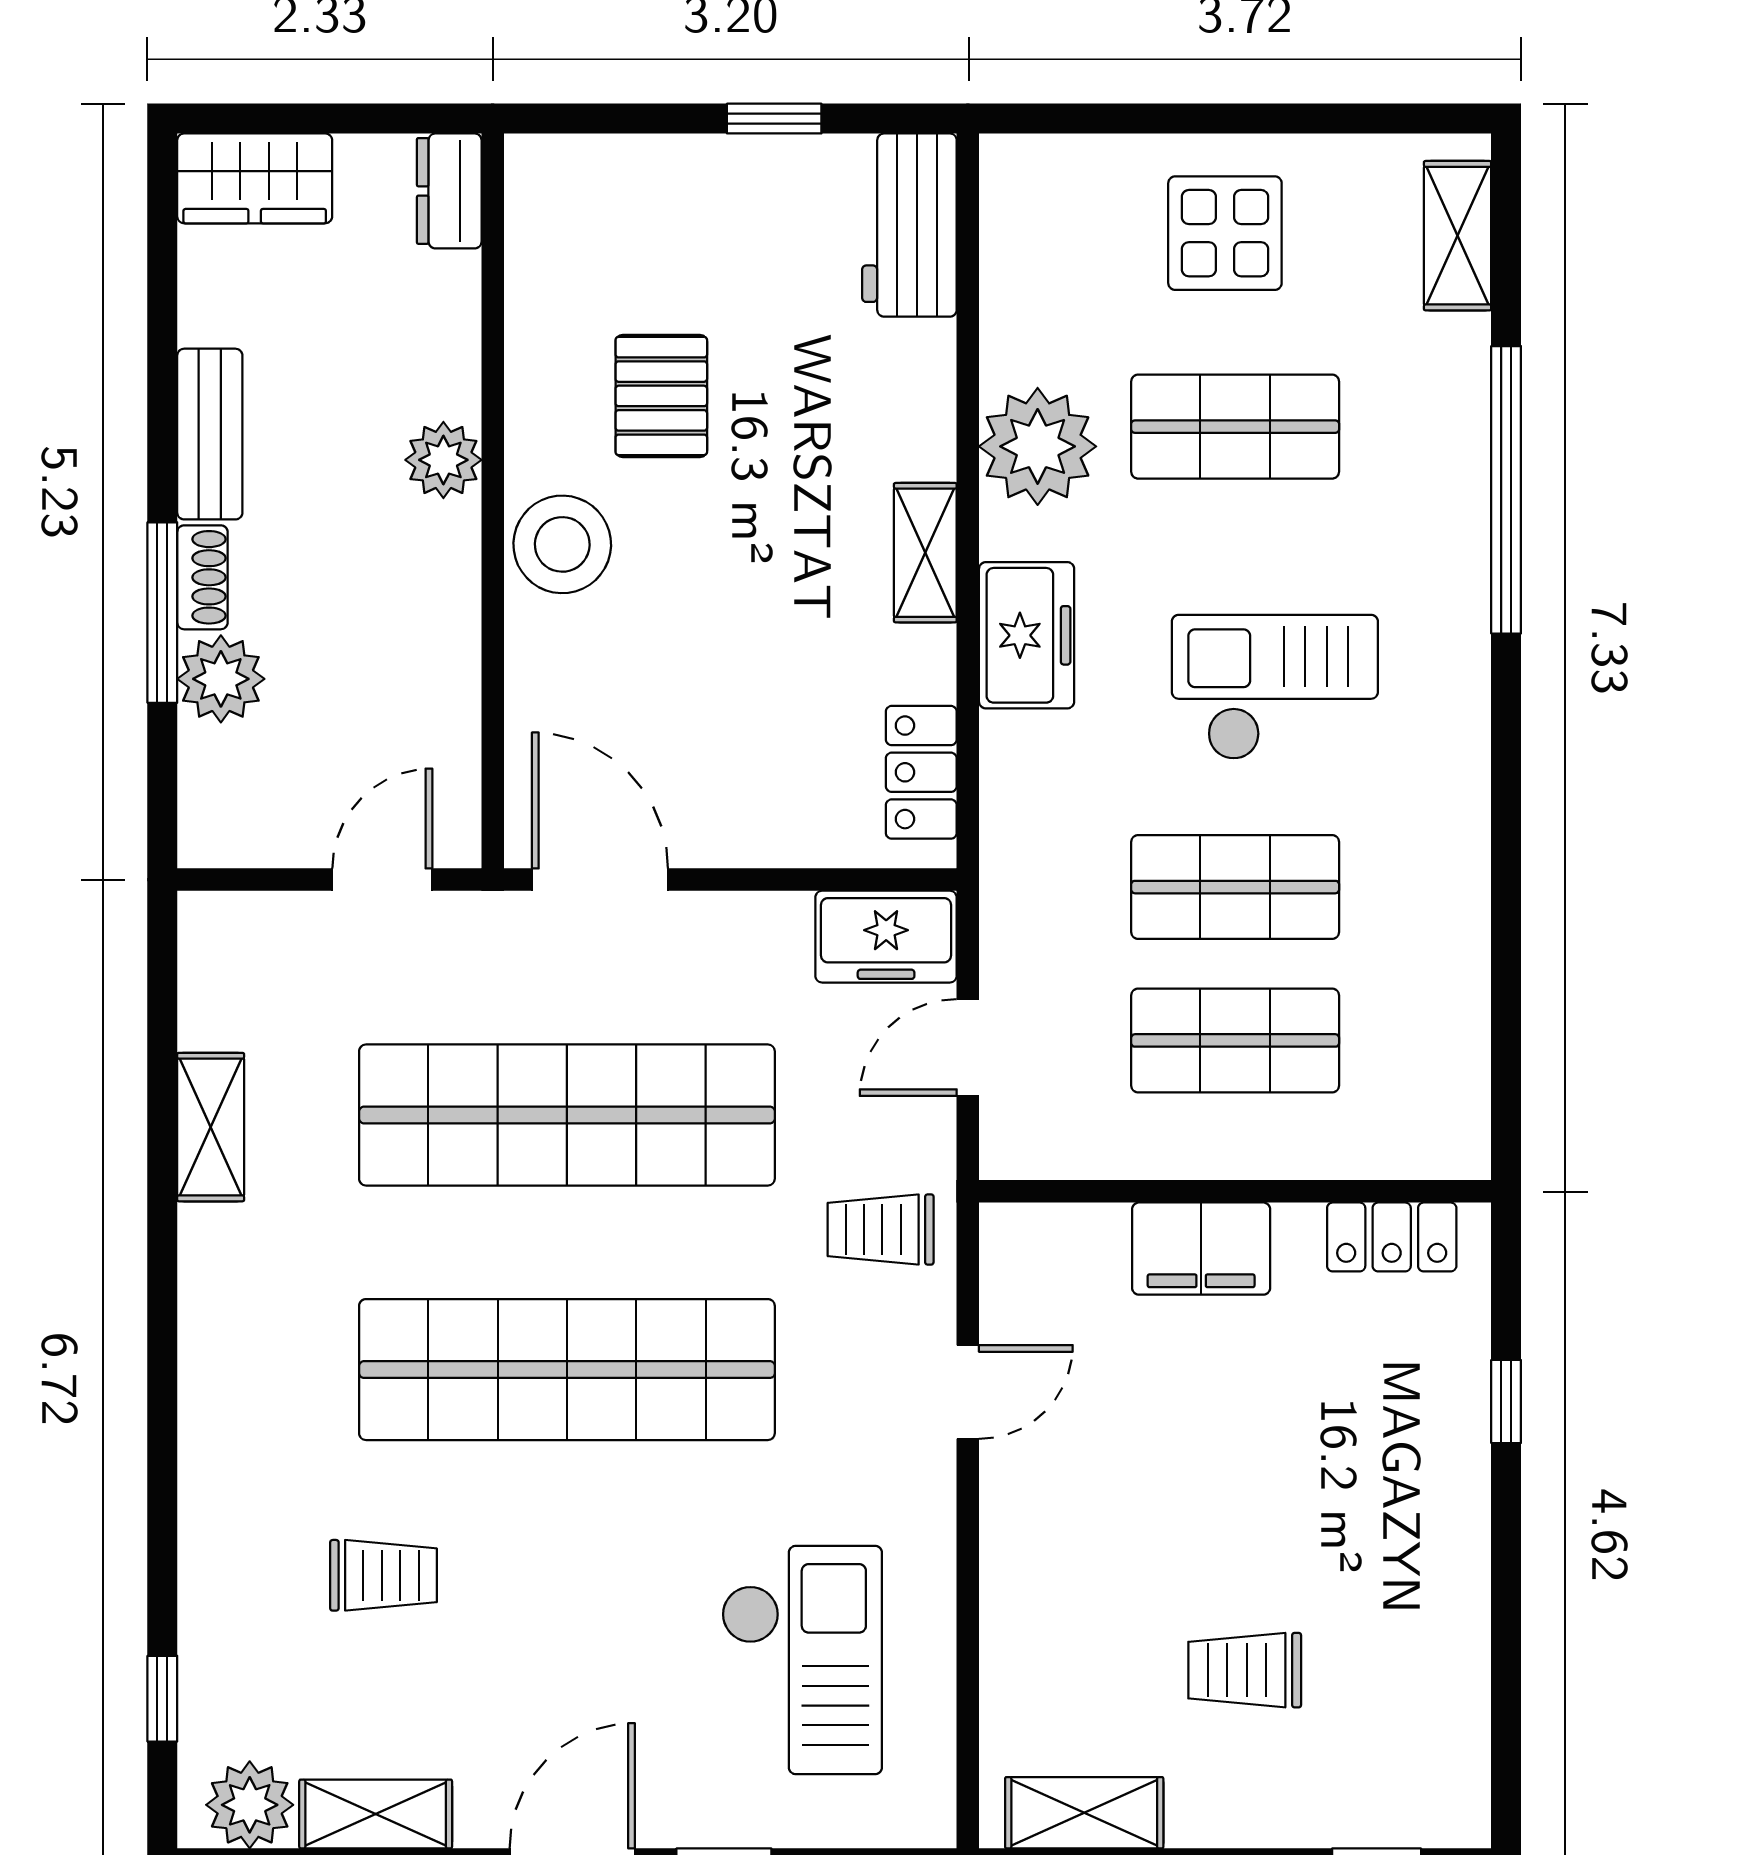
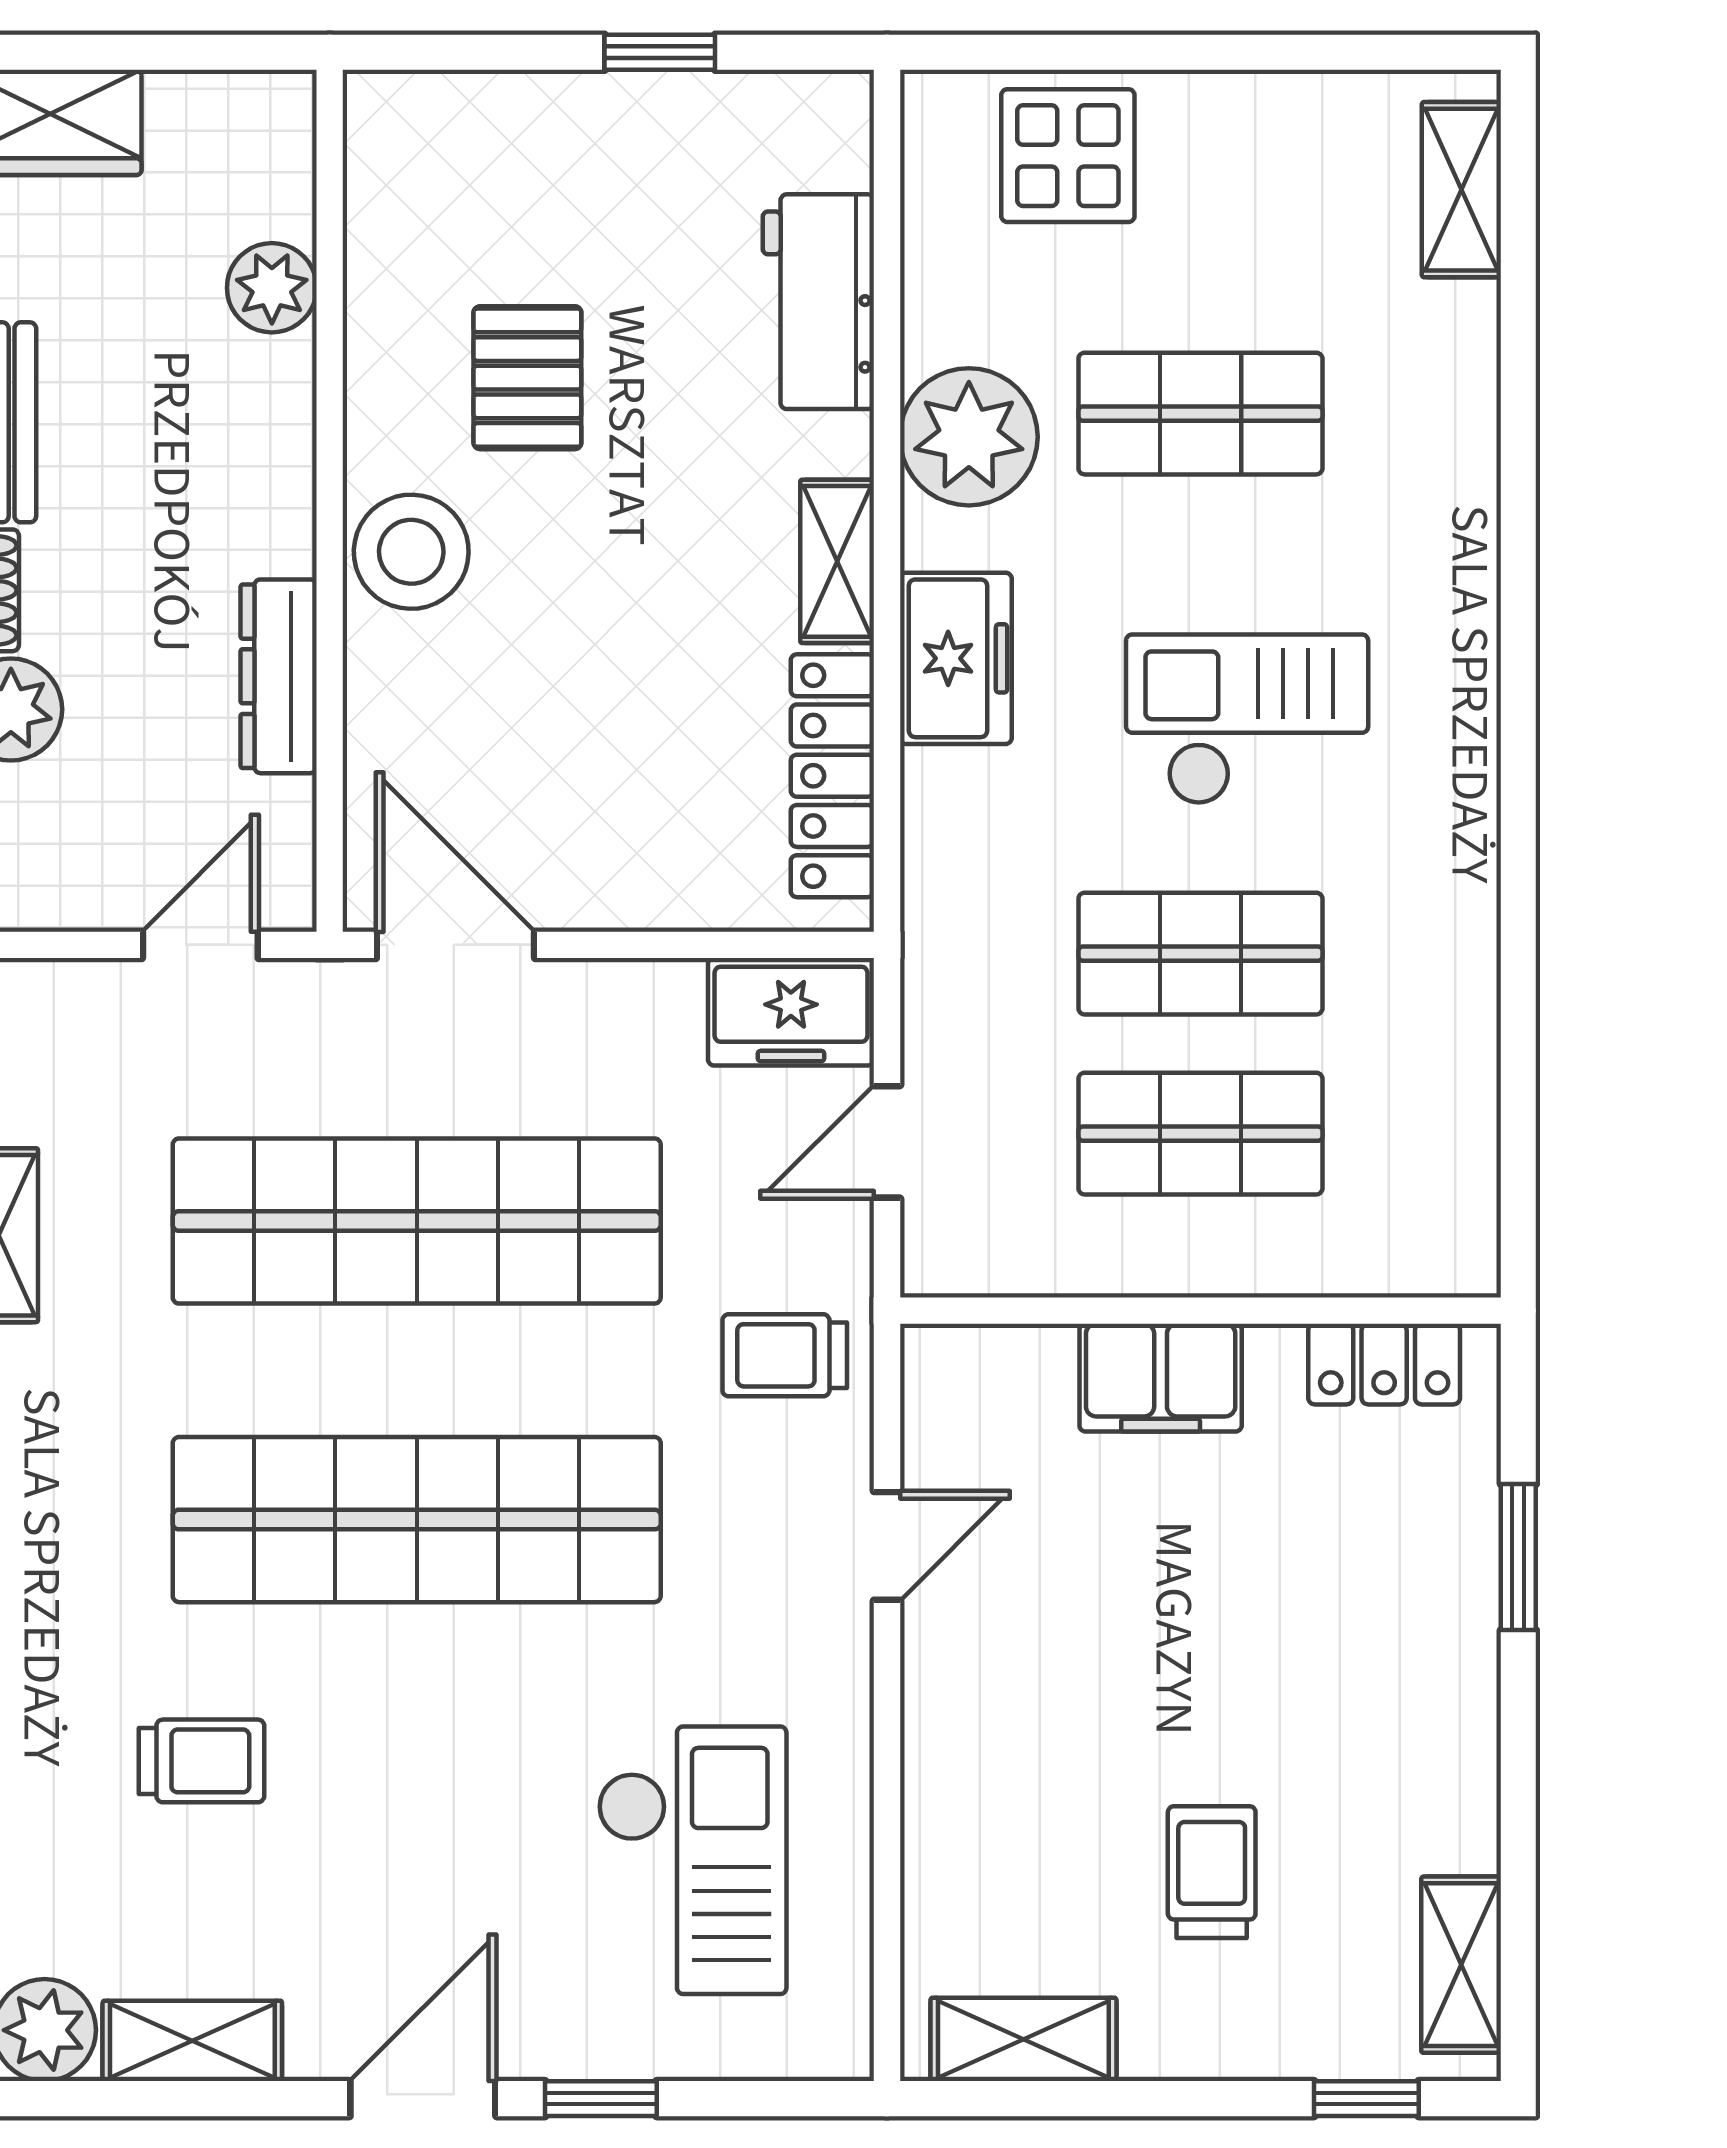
dresser: (449, 191) -> (279, 676), moved, width x1.44
workbench: (909, 225) -> (818, 302), moved
display table: (1225, 233) -> (1068, 156), moved
plant: (443, 460) -> (272, 288), moved
window: (1506, 490) -> (1518, 488), removed
locker: (921, 772) -> (832, 776), width x1.53
window: (1506, 1402) -> (1518, 1557), width x1.50
trolley: (1245, 1670) -> (1212, 1872), turned 90
shelving: (1457, 1749) -> (1461, 1965), added

